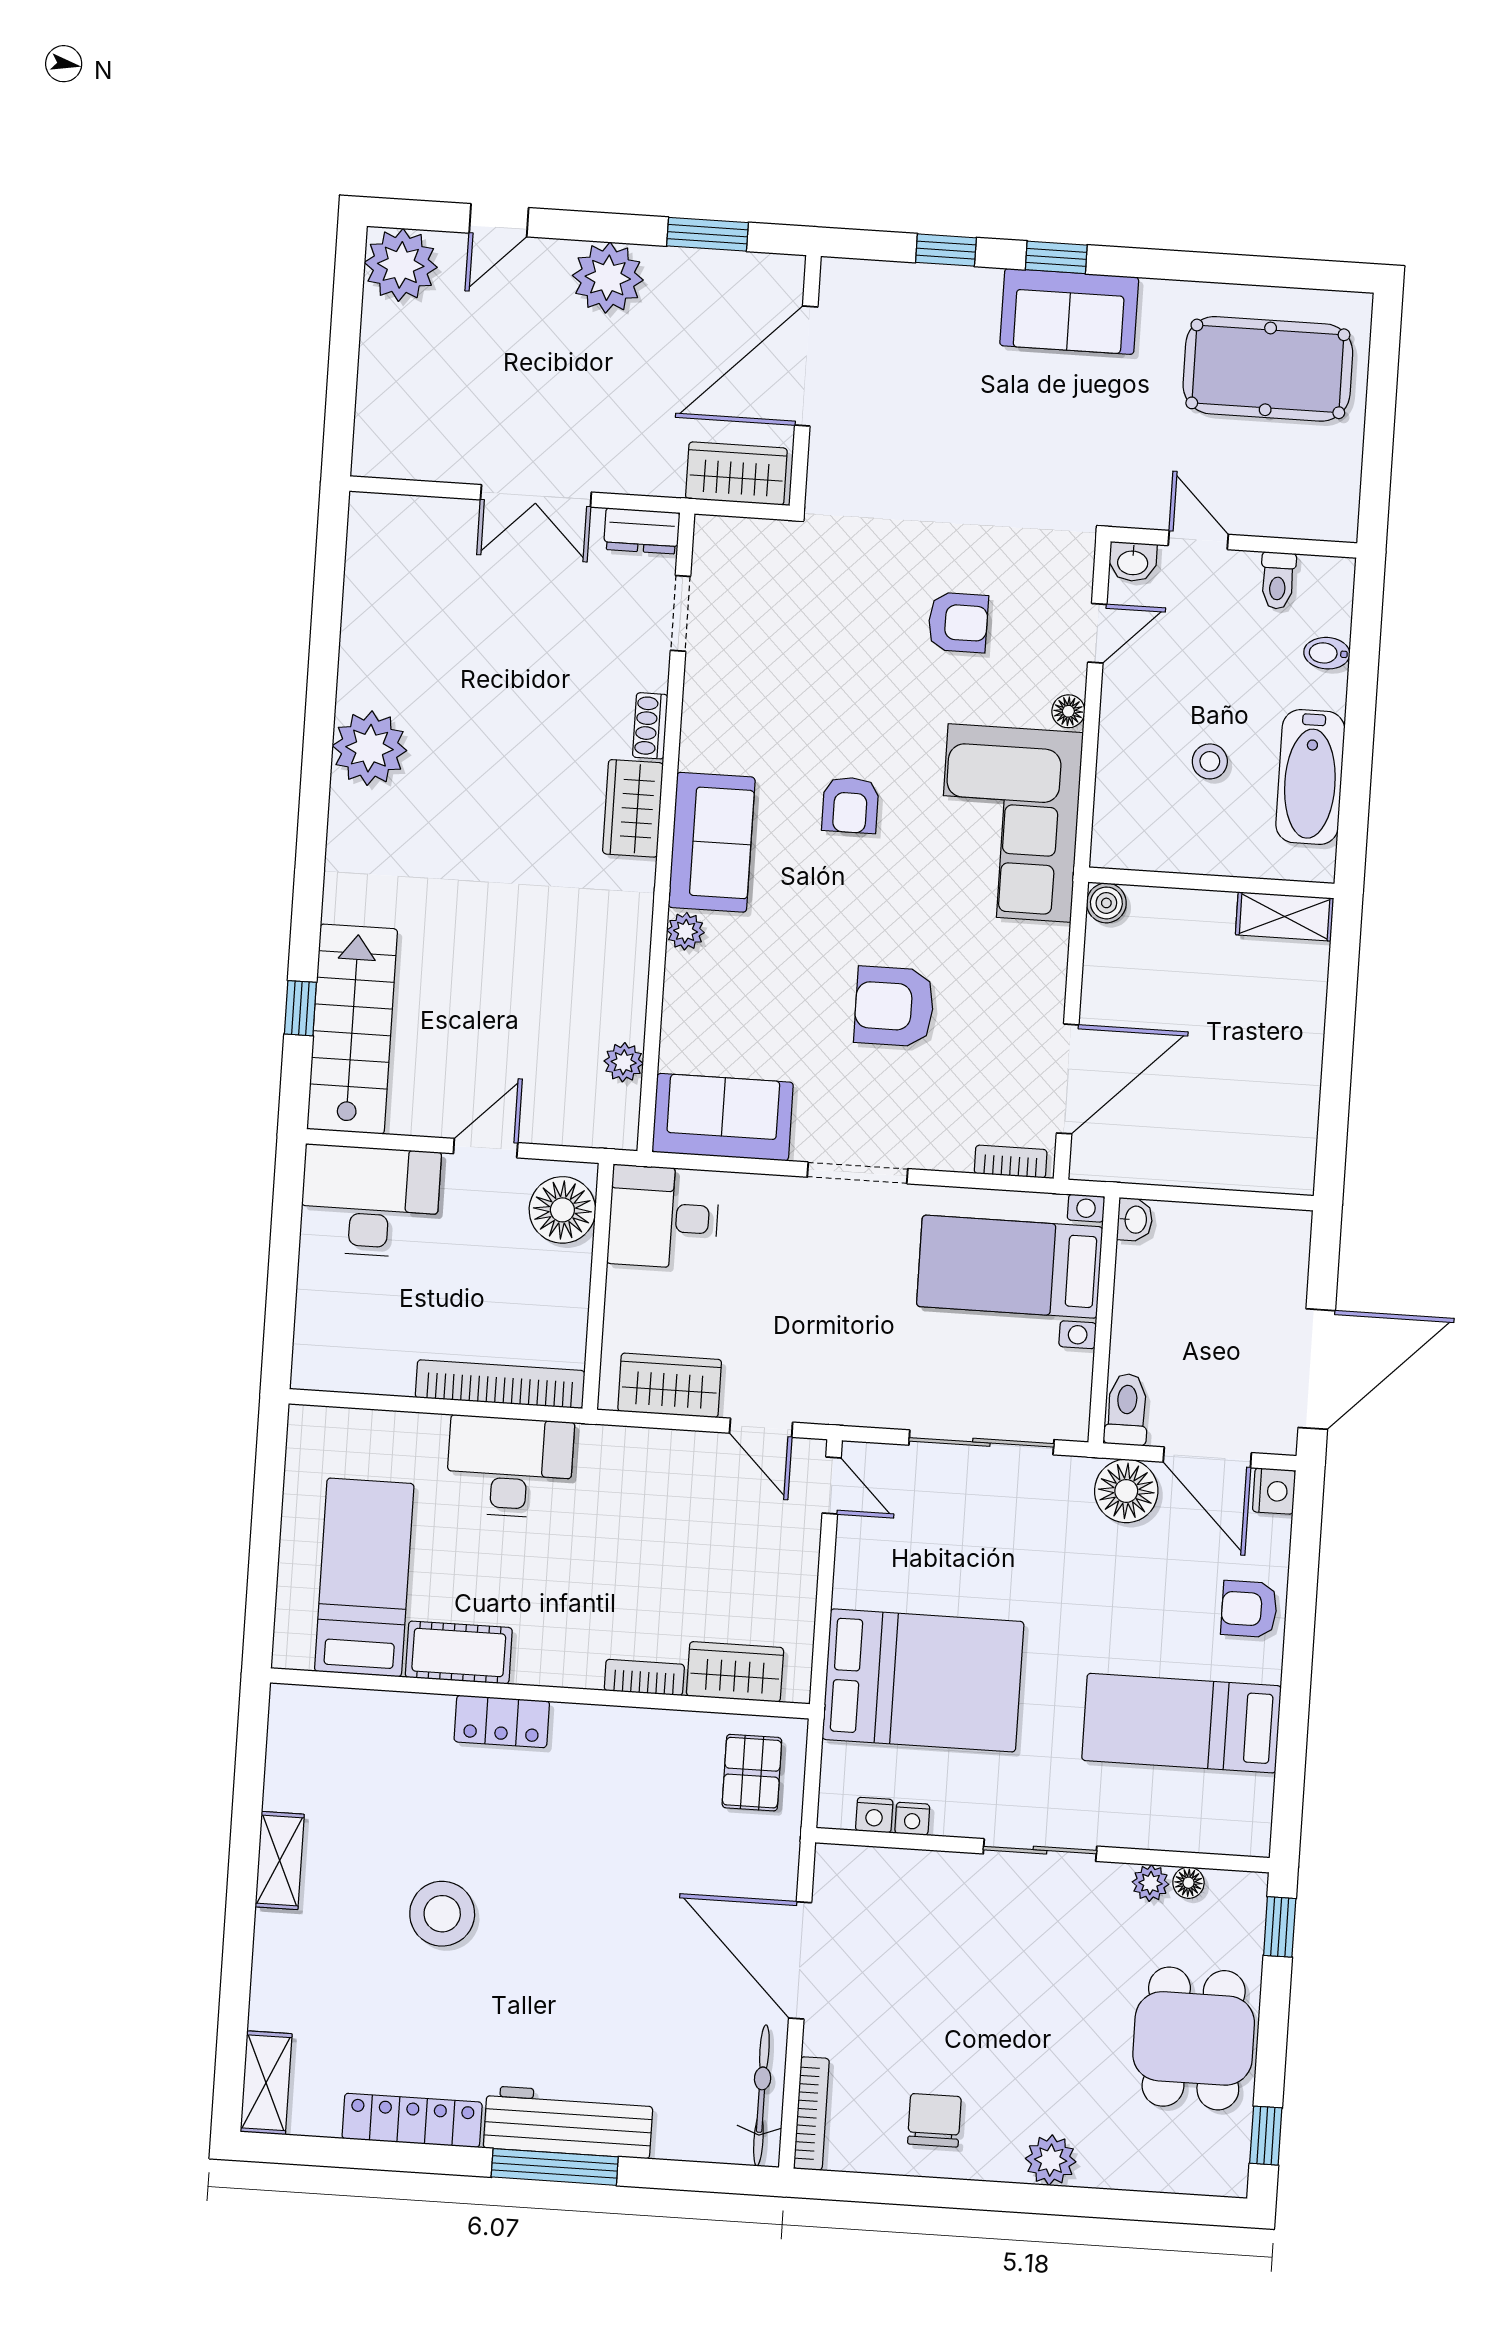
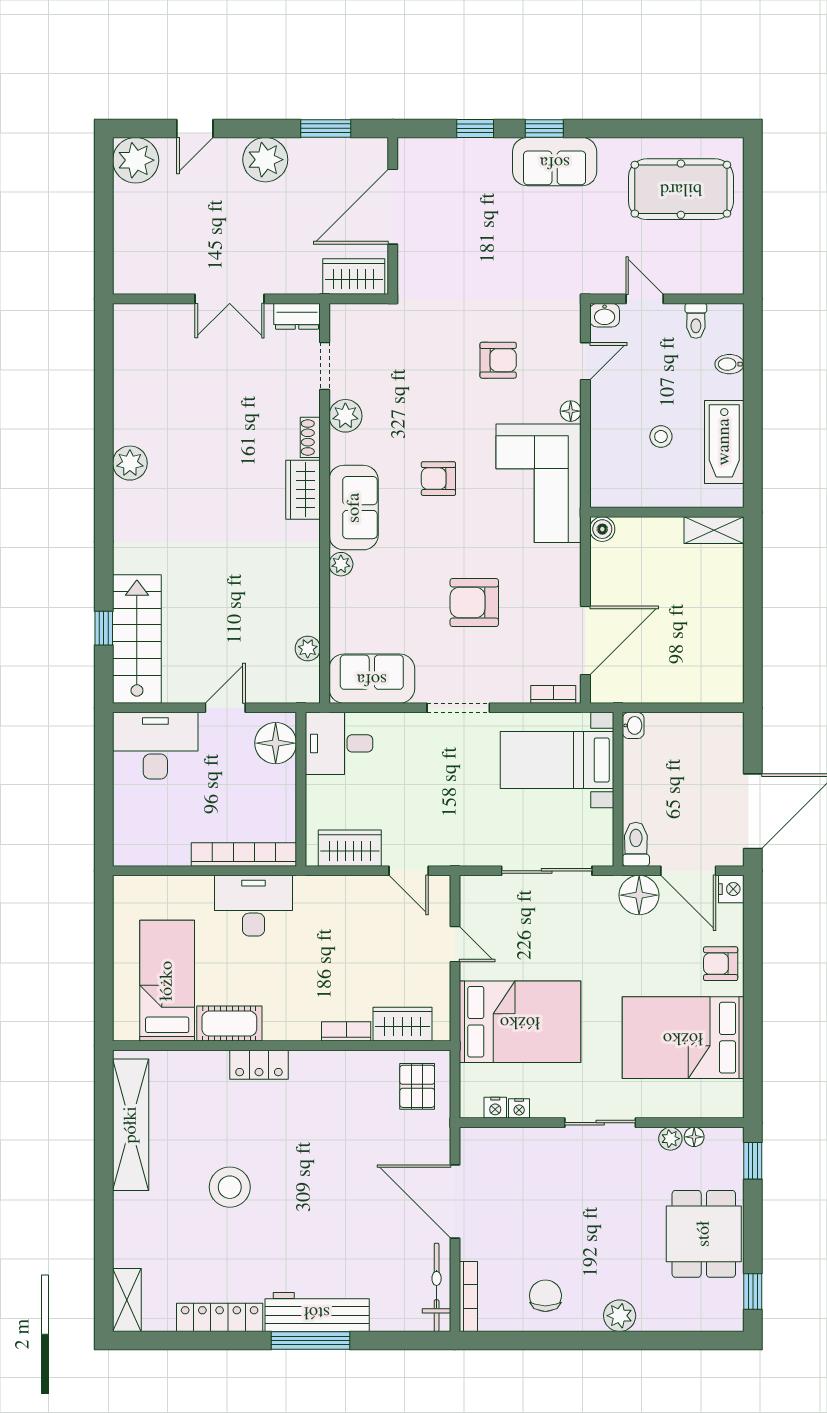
plant: (709, 695) -> (345, 416), added
plant: (370, 748) -> (130, 463), width x0.73, depth x0.73
armchair: (850, 805) -> (438, 479), turned 90
door: (832, 1486) -> (455, 944), moved
bed: (1182, 1723) -> (683, 1038), width x1.50
shelving: (280, 1860) -> (131, 1125), width x2.20, depth x1.33

